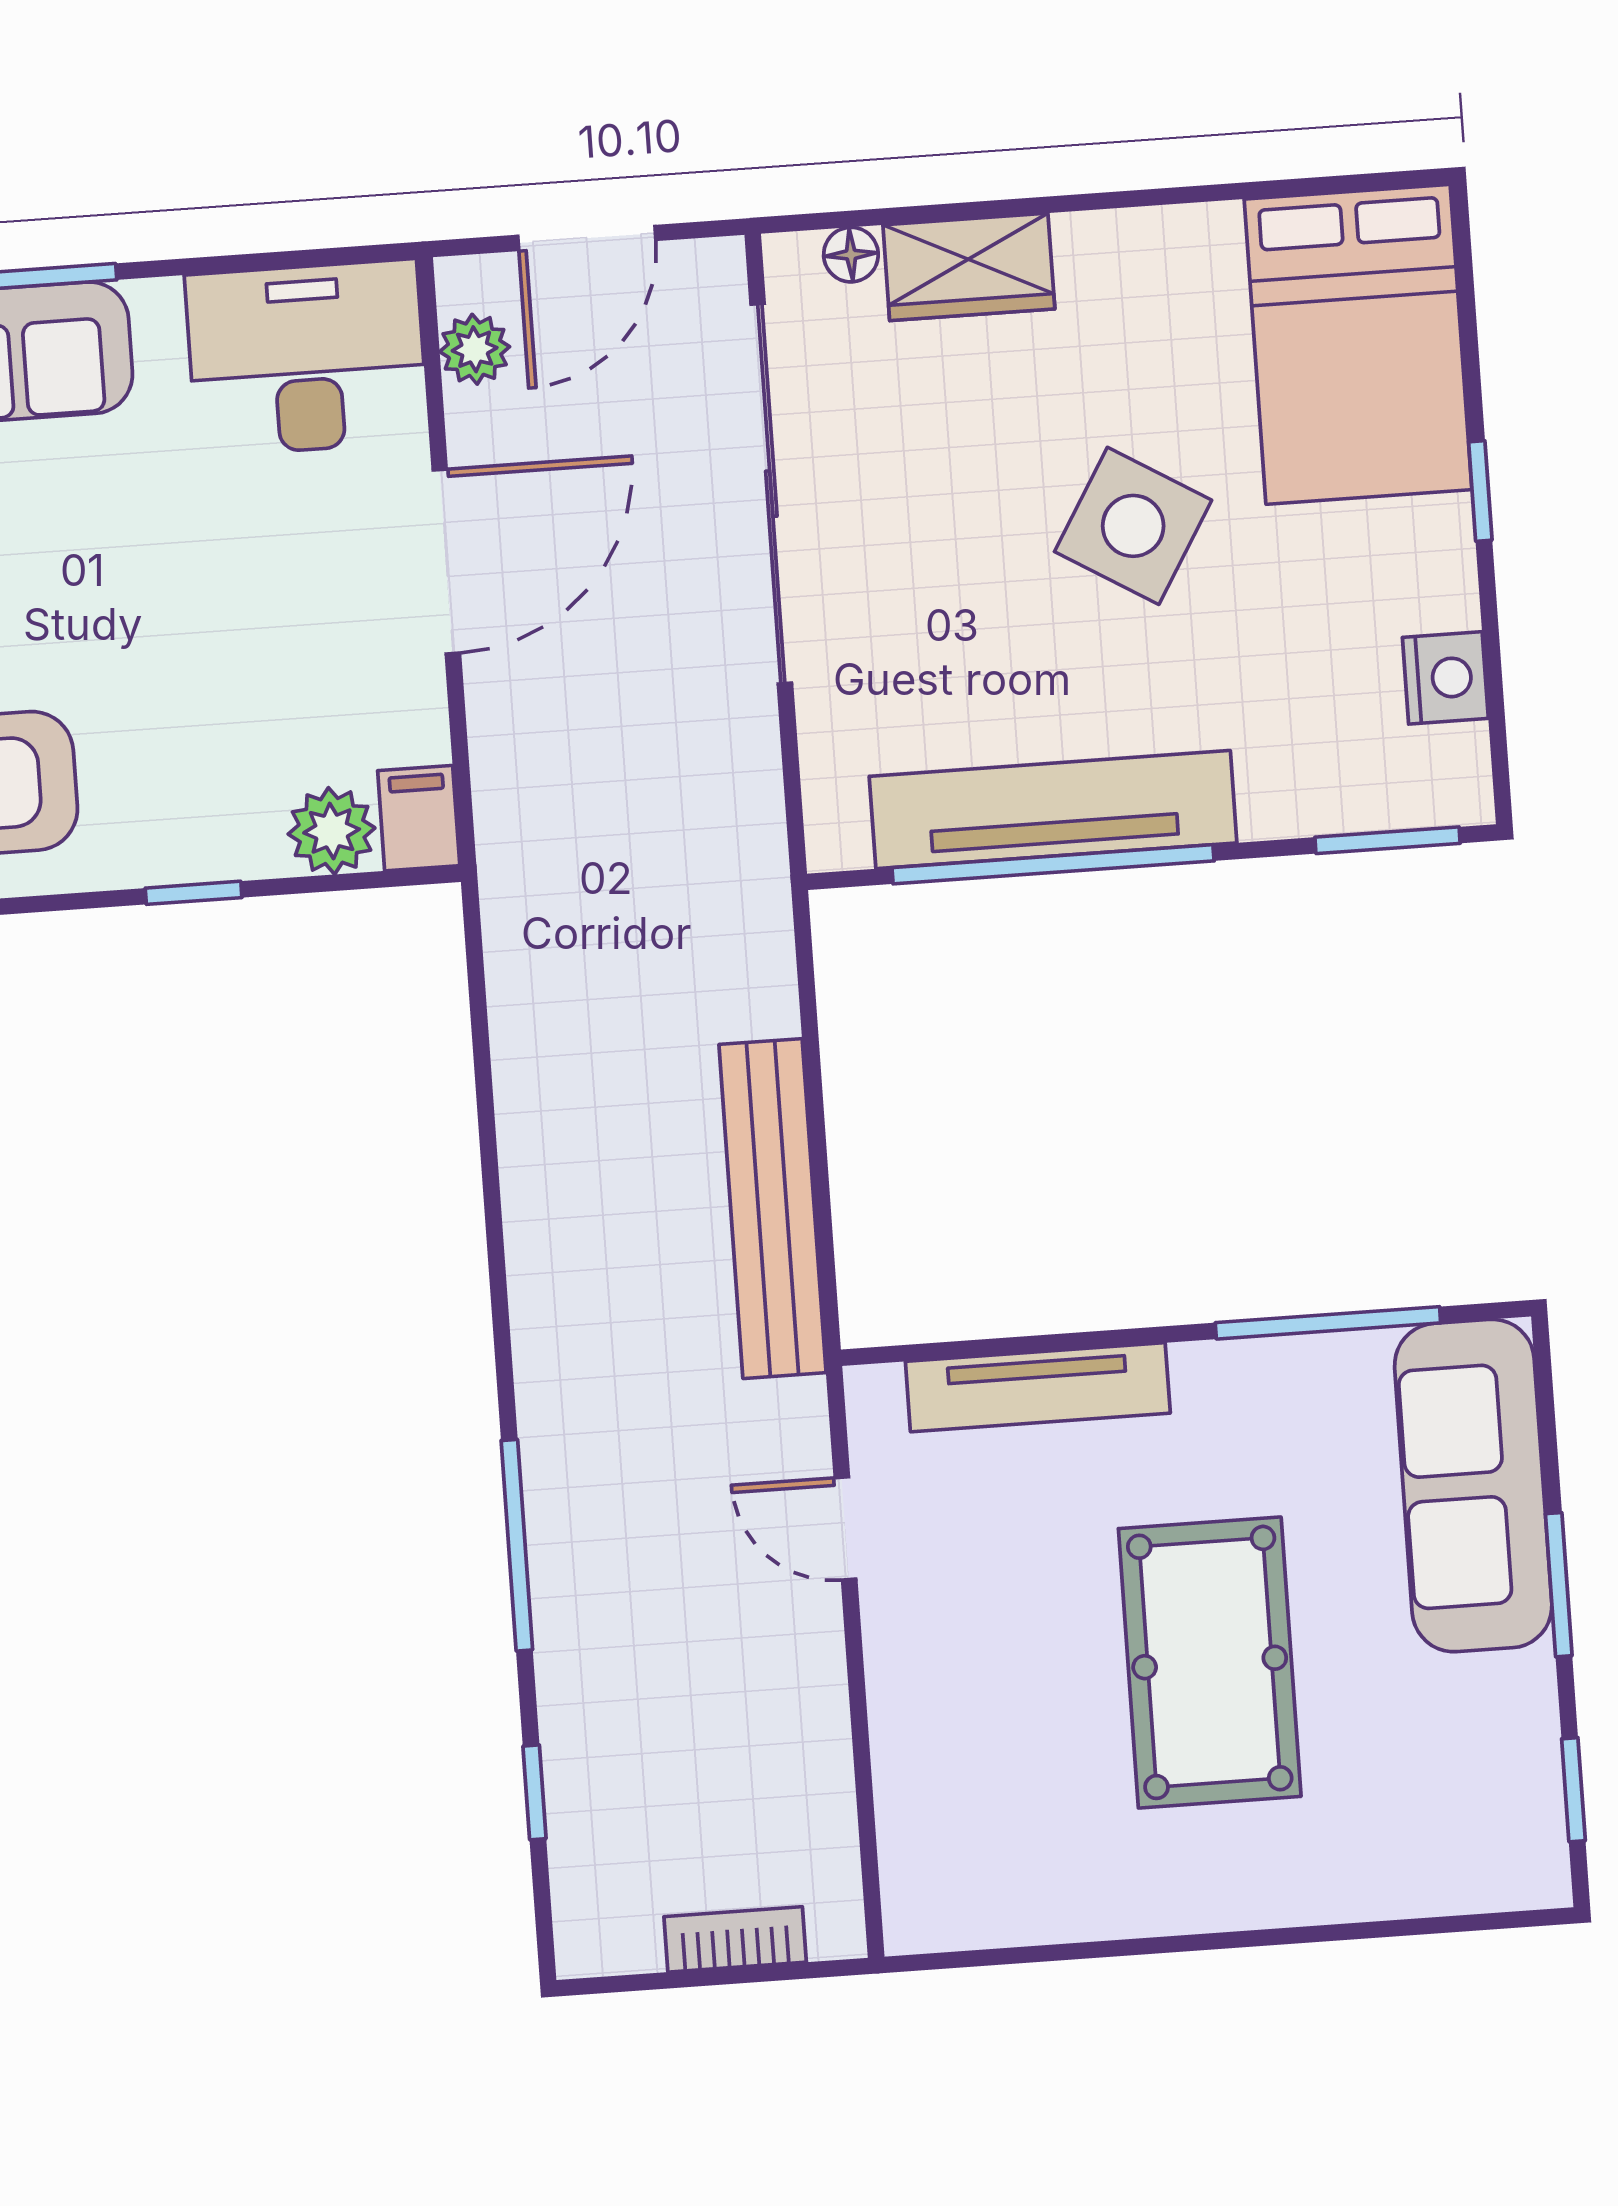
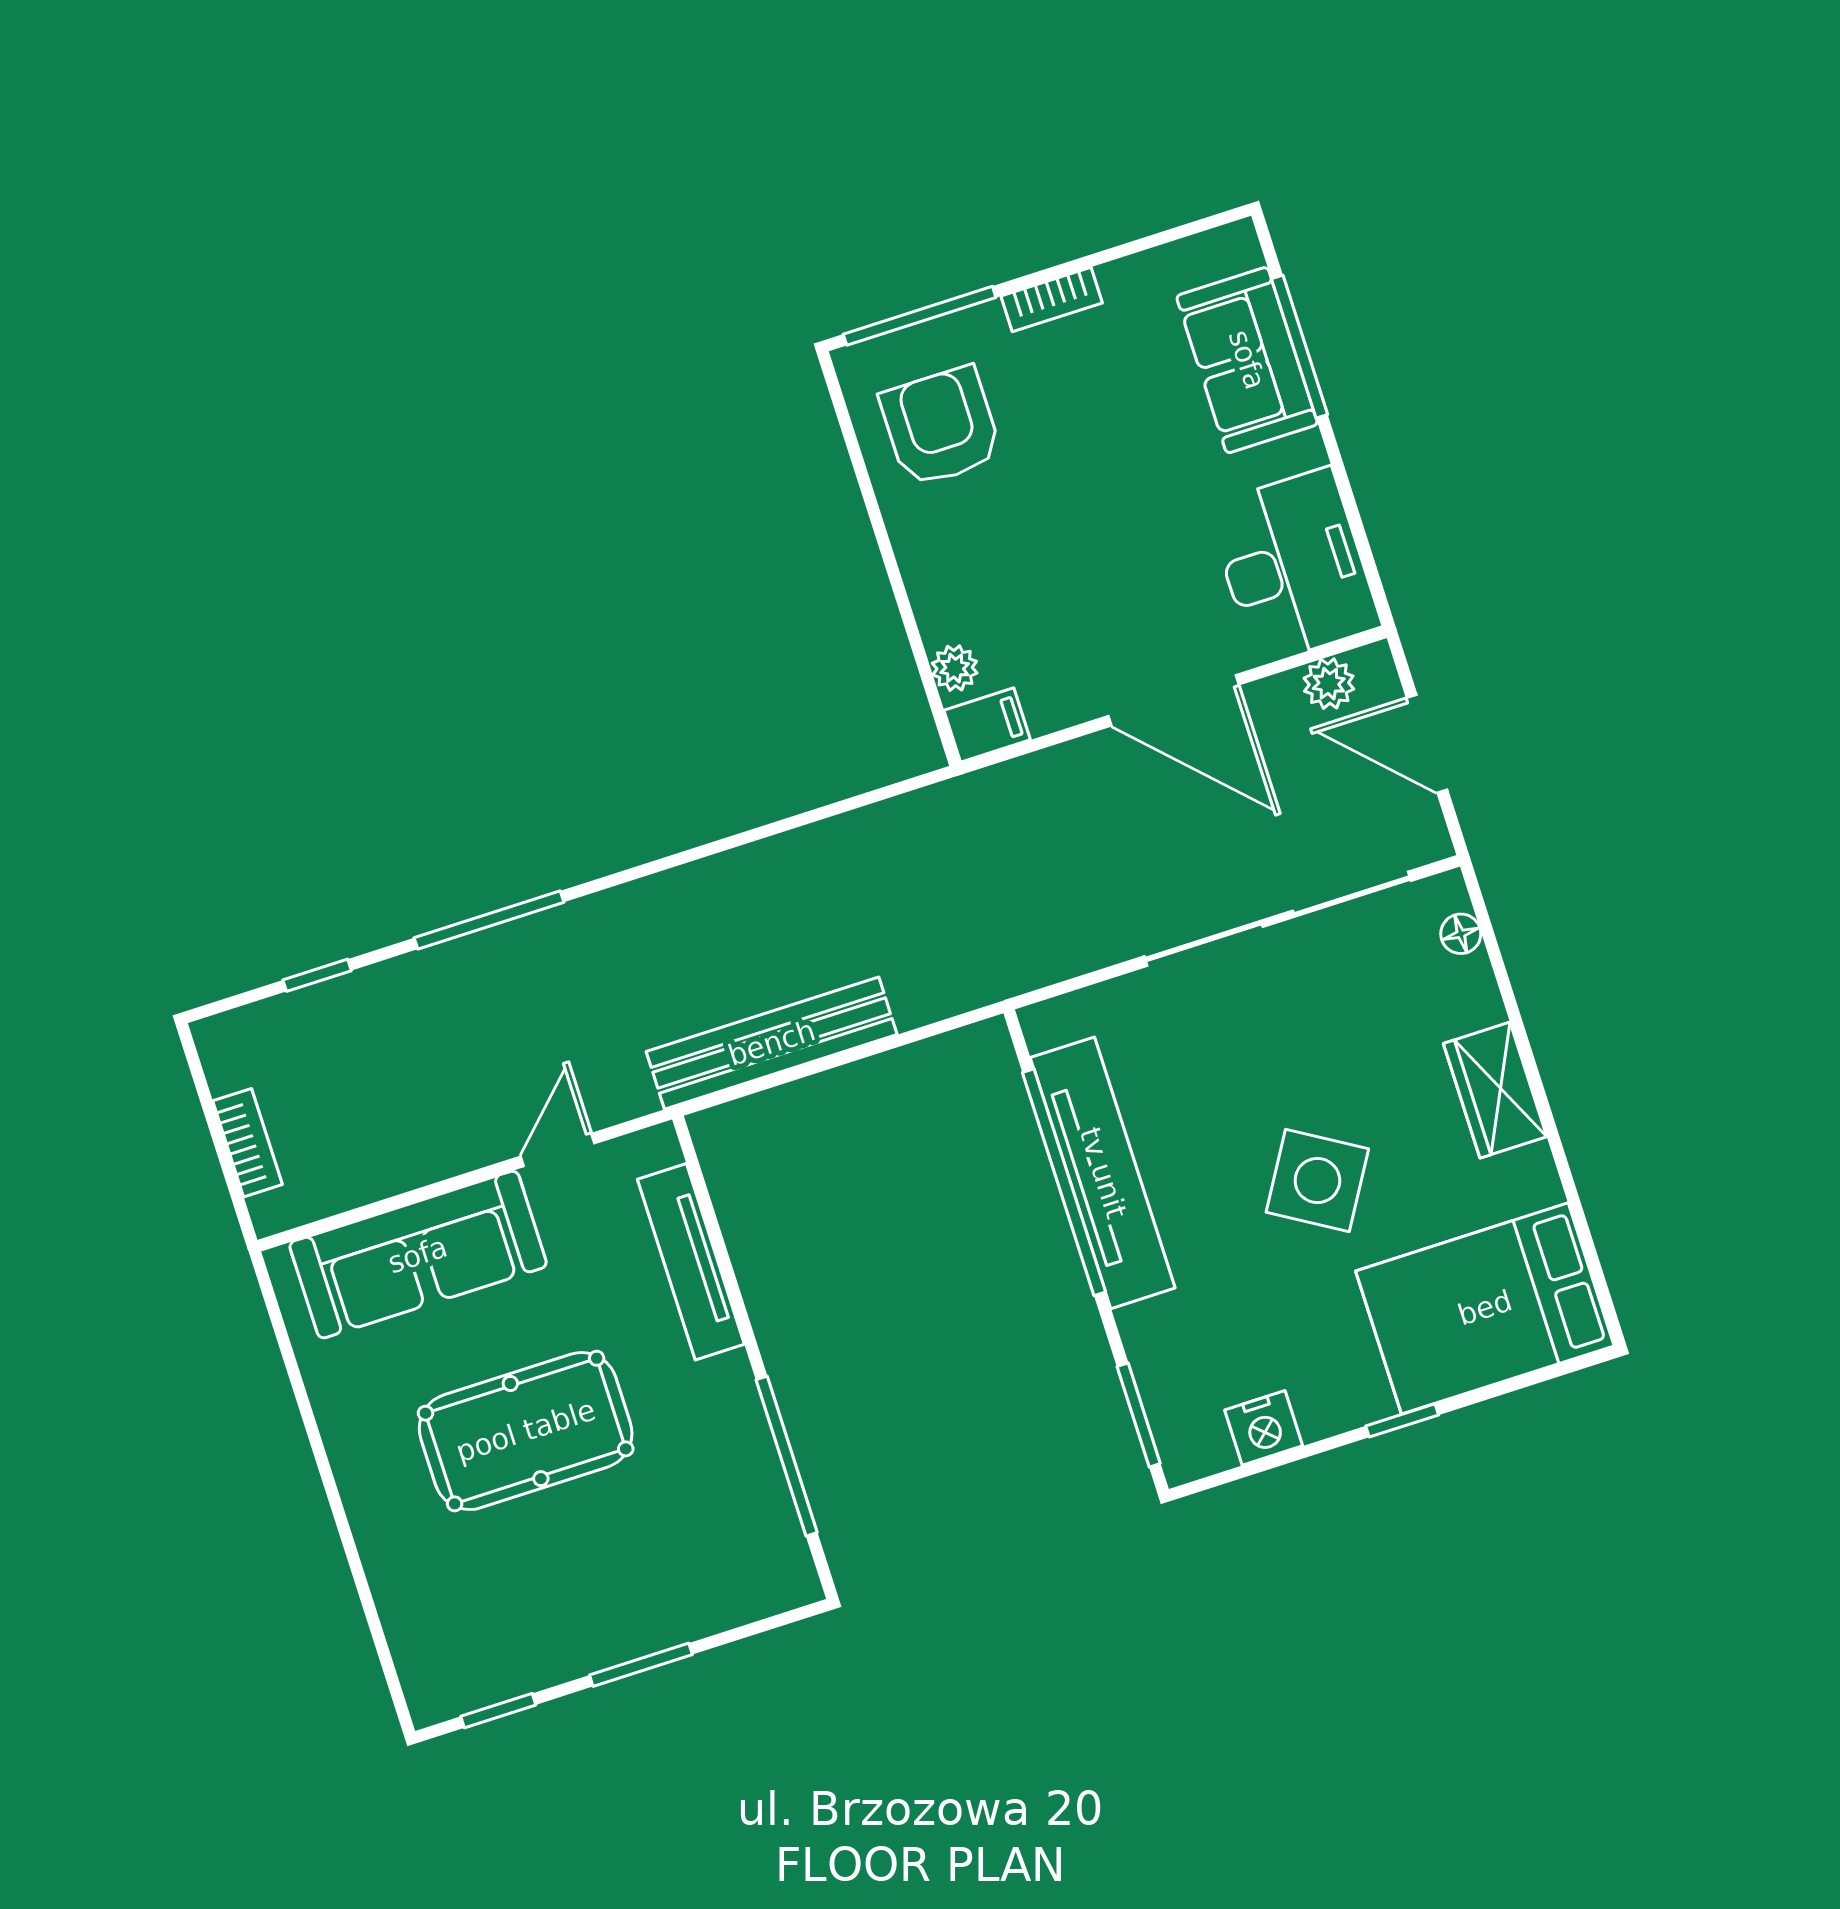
wardrobe: (969, 267) -> (1495, 1090), moved
plant: (332, 831) -> (955, 668), width x0.73, depth x0.73
window: (194, 893) -> (895, 578), removed
sofa: (1473, 1486) -> (418, 1255), moved, turned 180

